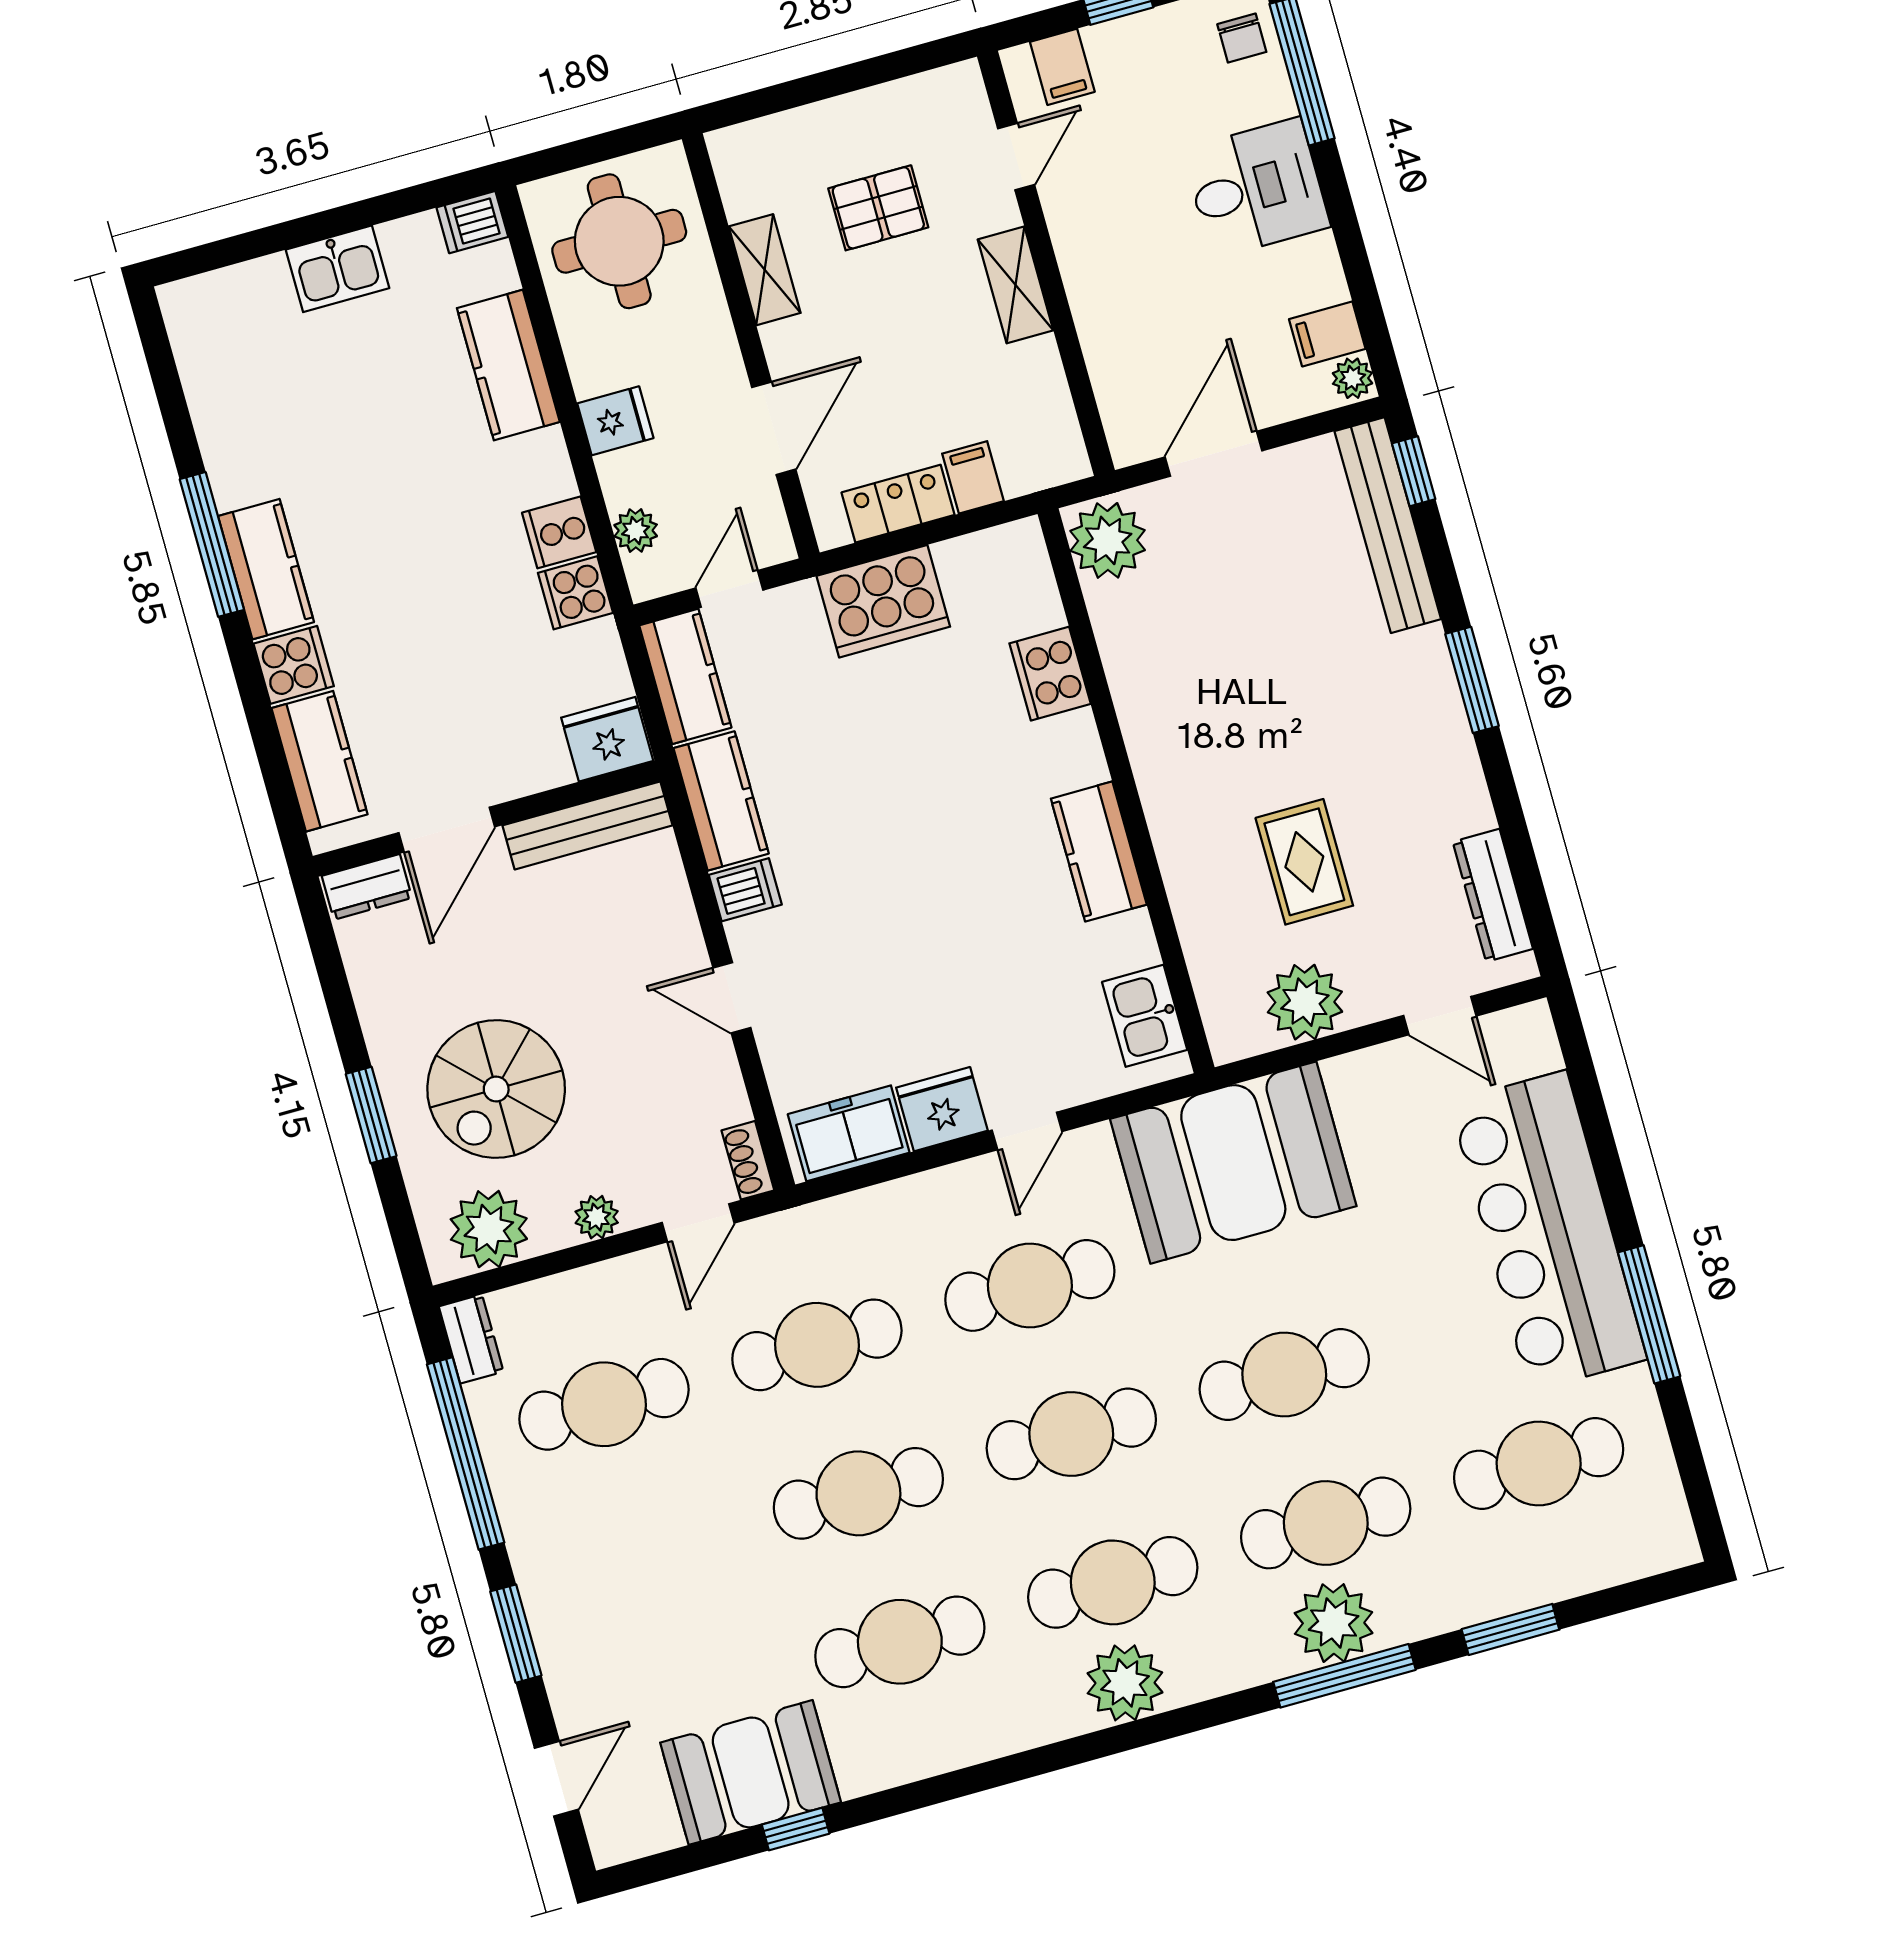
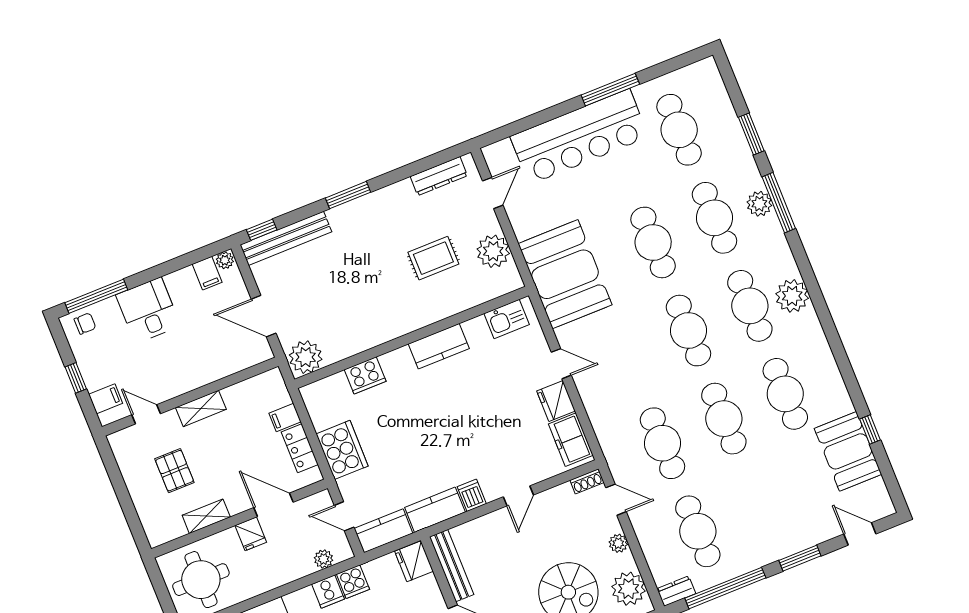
fridge: (615, 421) -> (251, 534), moved, turned 180
cafe table: (1030, 1285) -> (627, 355), removed
plant: (1334, 1623) -> (759, 204), width x0.73, depth x0.73

